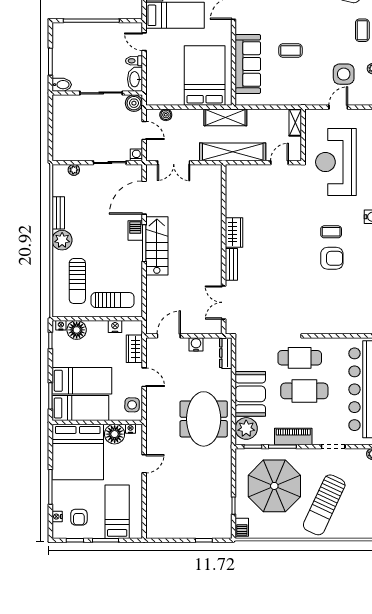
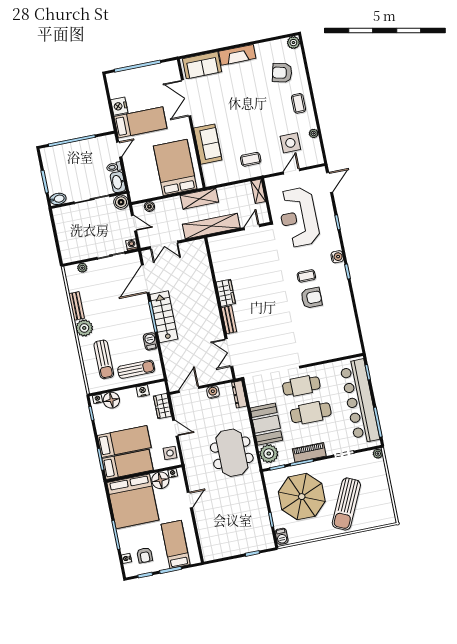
door: (144, 42) -> (119, 149), swing flipped
coffee table: (291, 51) -> (251, 159), moved
sofa: (248, 64) -> (208, 144), width x0.73
barbecue: (135, 231) -> (150, 341), moved

